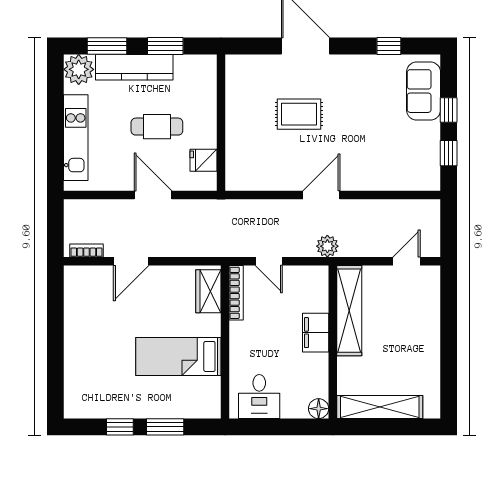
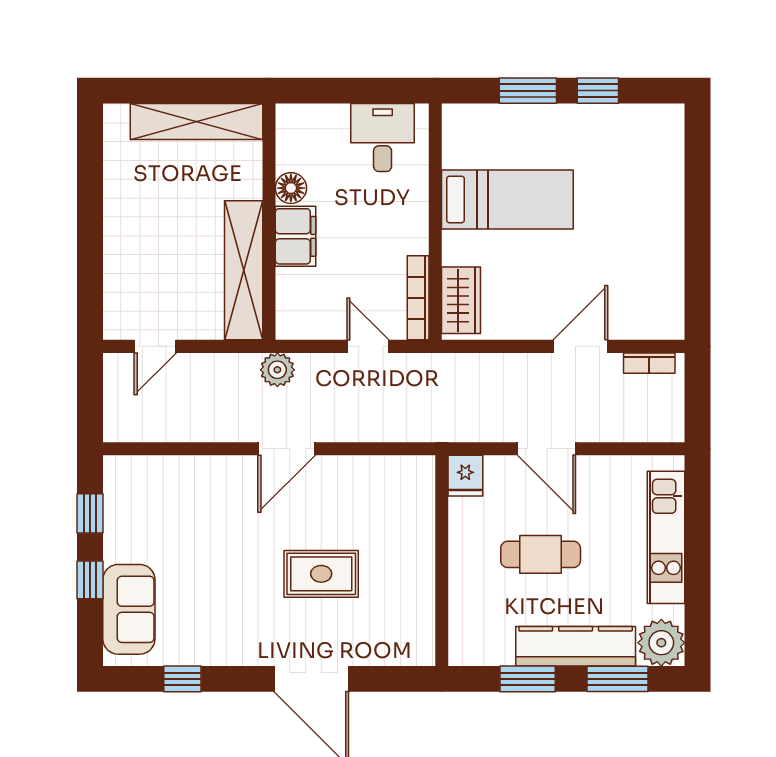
fridge: (204, 160) -> (465, 476), moved, turned 90
floor lamp: (319, 409) -> (291, 188), moved

